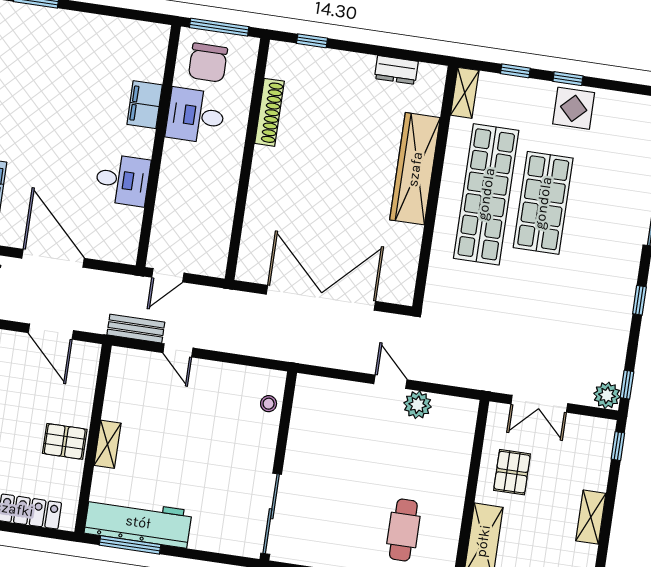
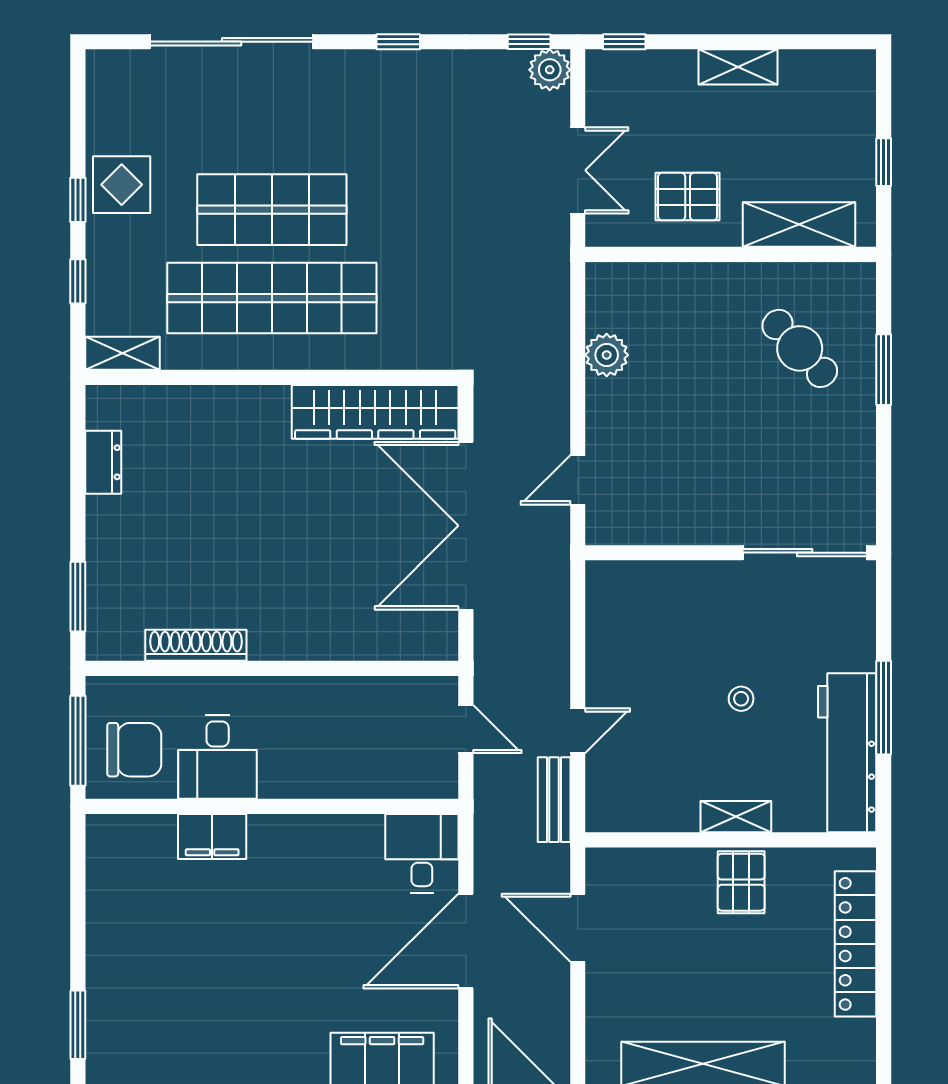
window: (312, 41) -> (78, 597), width x1.50
wardrobe: (415, 169) -> (375, 412), moved
desk: (122, 180) -> (422, 853), moved
door: (168, 275) -> (466, 729), moved
door: (51, 332) -> (578, 928), swing flipped
door: (390, 382) -> (578, 480), moved
stool: (269, 404) -> (741, 699), moved
cafe table: (403, 530) -> (800, 348), turned 47
window: (130, 545) -> (884, 708), moved

